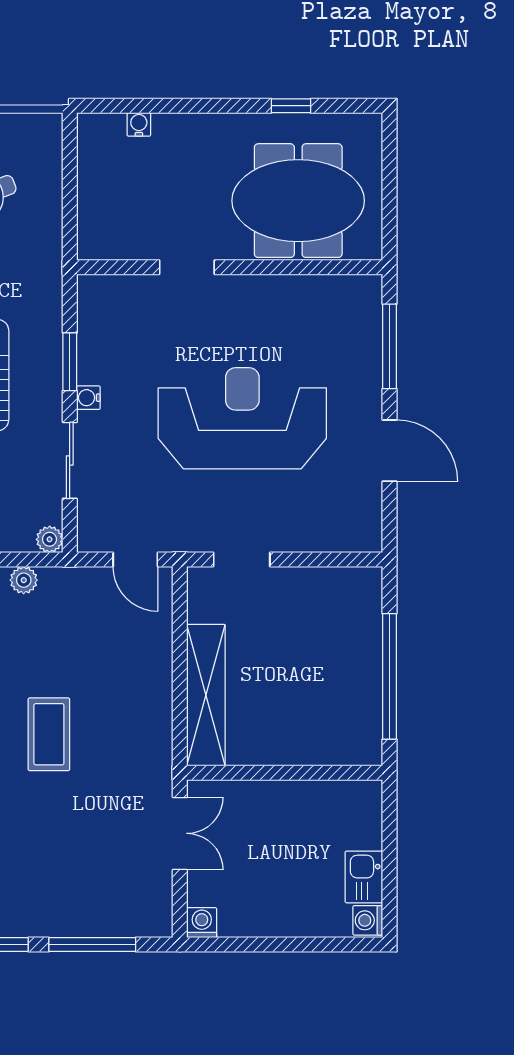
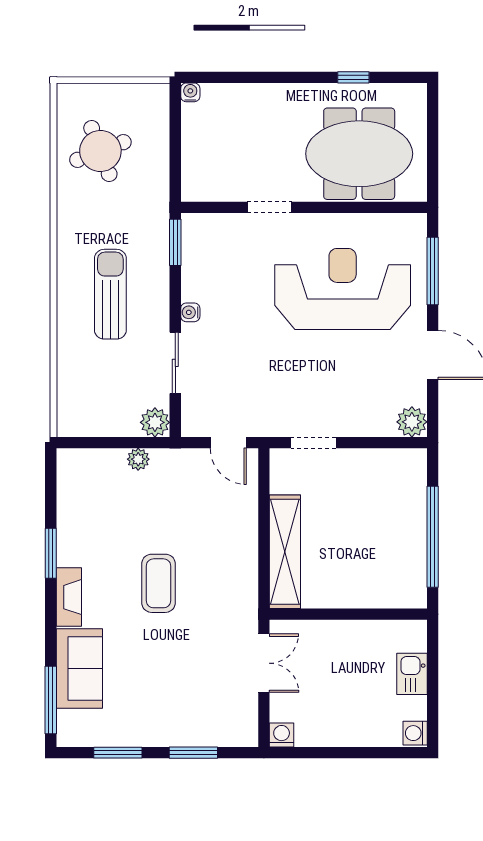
water cooler: (139, 124) -> (190, 92), moved
window: (70, 362) -> (175, 242), moved
reception desk: (242, 418) -> (343, 289), moved
plant: (364, 534) -> (412, 422), added
plant: (50, 539) -> (155, 422), width x1.38, depth x1.38
kitchen sink: (364, 877) -> (412, 674), moved
window: (92, 945) -> (193, 753), width x0.69

